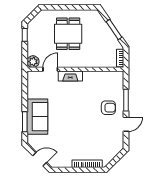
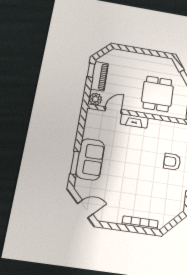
dining table: (68, 34) -> (157, 94), moved
piano: (33, 39) -> (99, 76), added
armchair: (108, 108) -> (172, 162), turned 180

